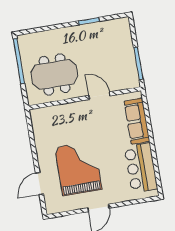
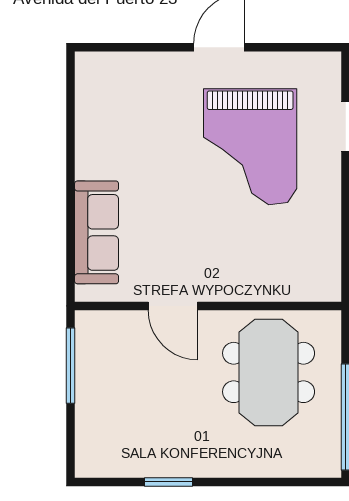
meeting table: (54, 74) -> (269, 372), turned 90
bar counter: (141, 168) -> (105, 123), removed

